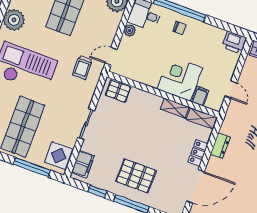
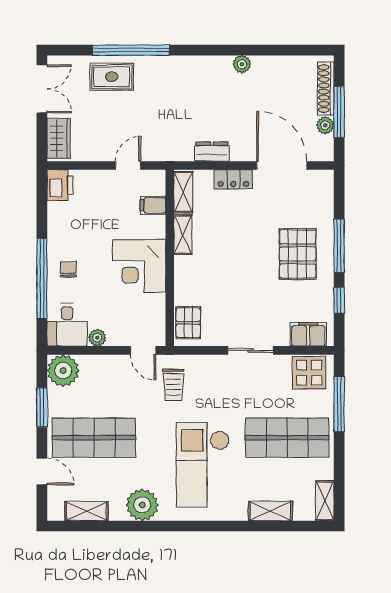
trolley: (82, 67) -> (173, 385), turned 90
corner desk: (180, 79) -> (139, 266), moved

